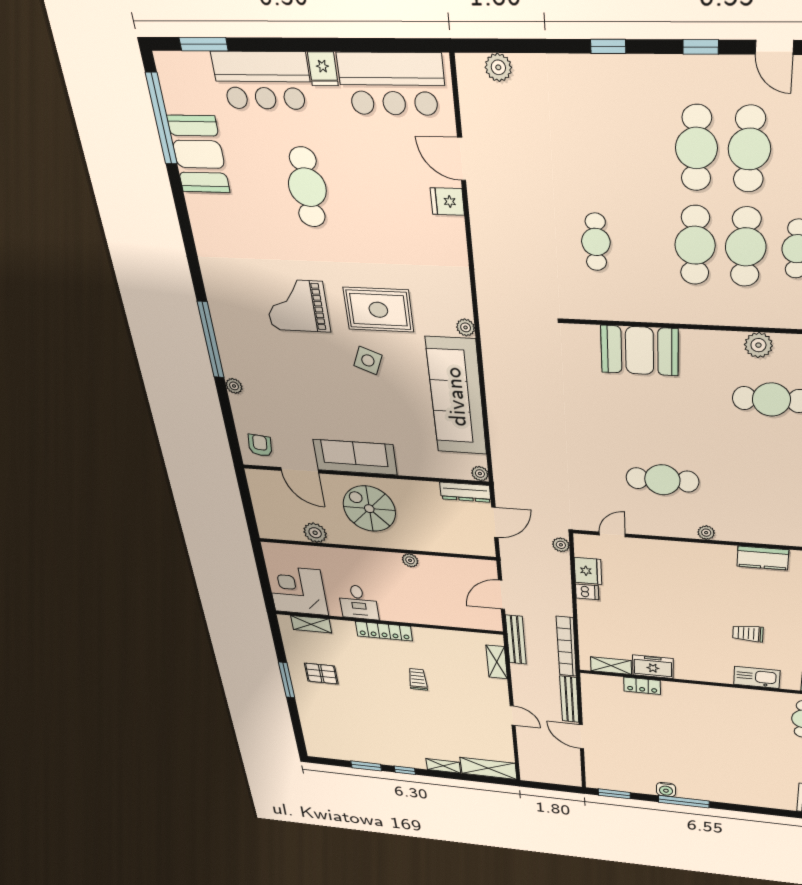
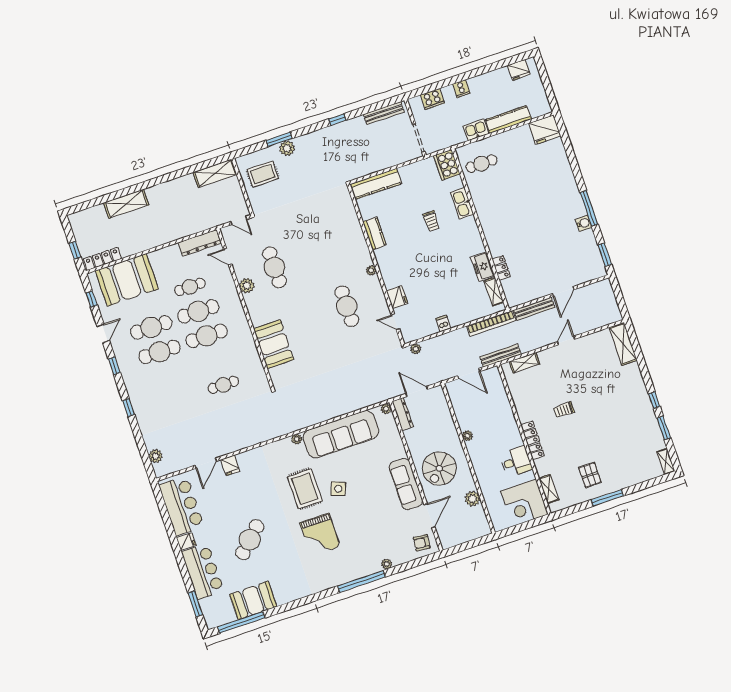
cafe table: (307, 187) -> (250, 540), turned -44
fridge: (588, 571) -> (397, 297), moved, turned 90
shelving: (443, 766) -> (666, 461), moved

